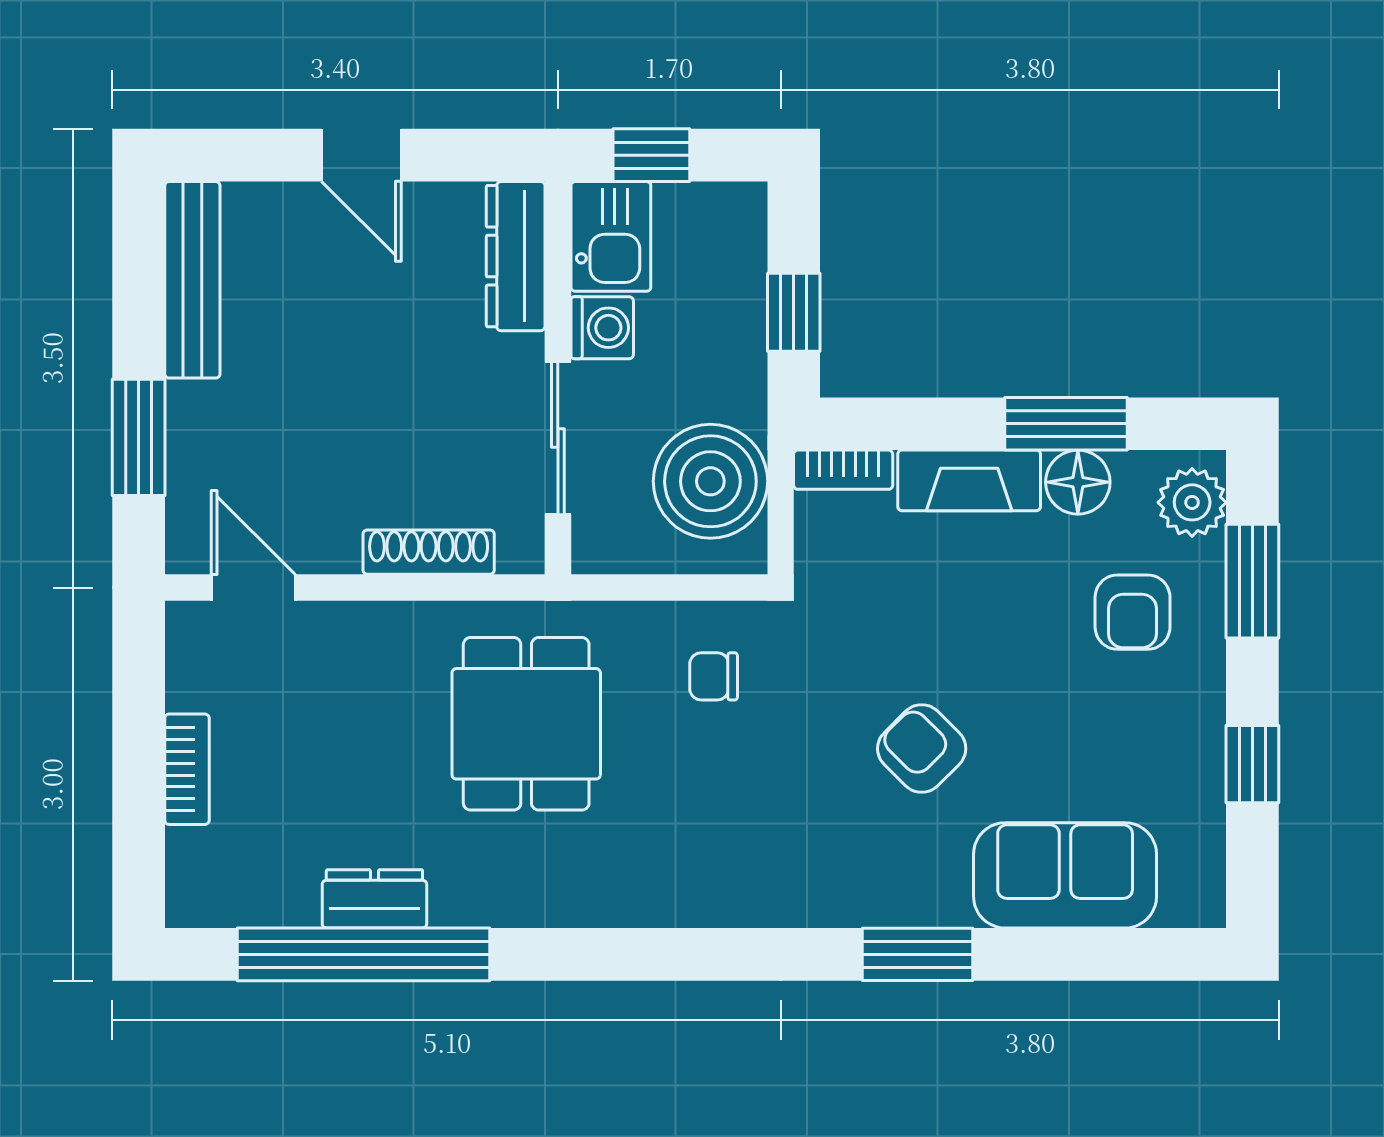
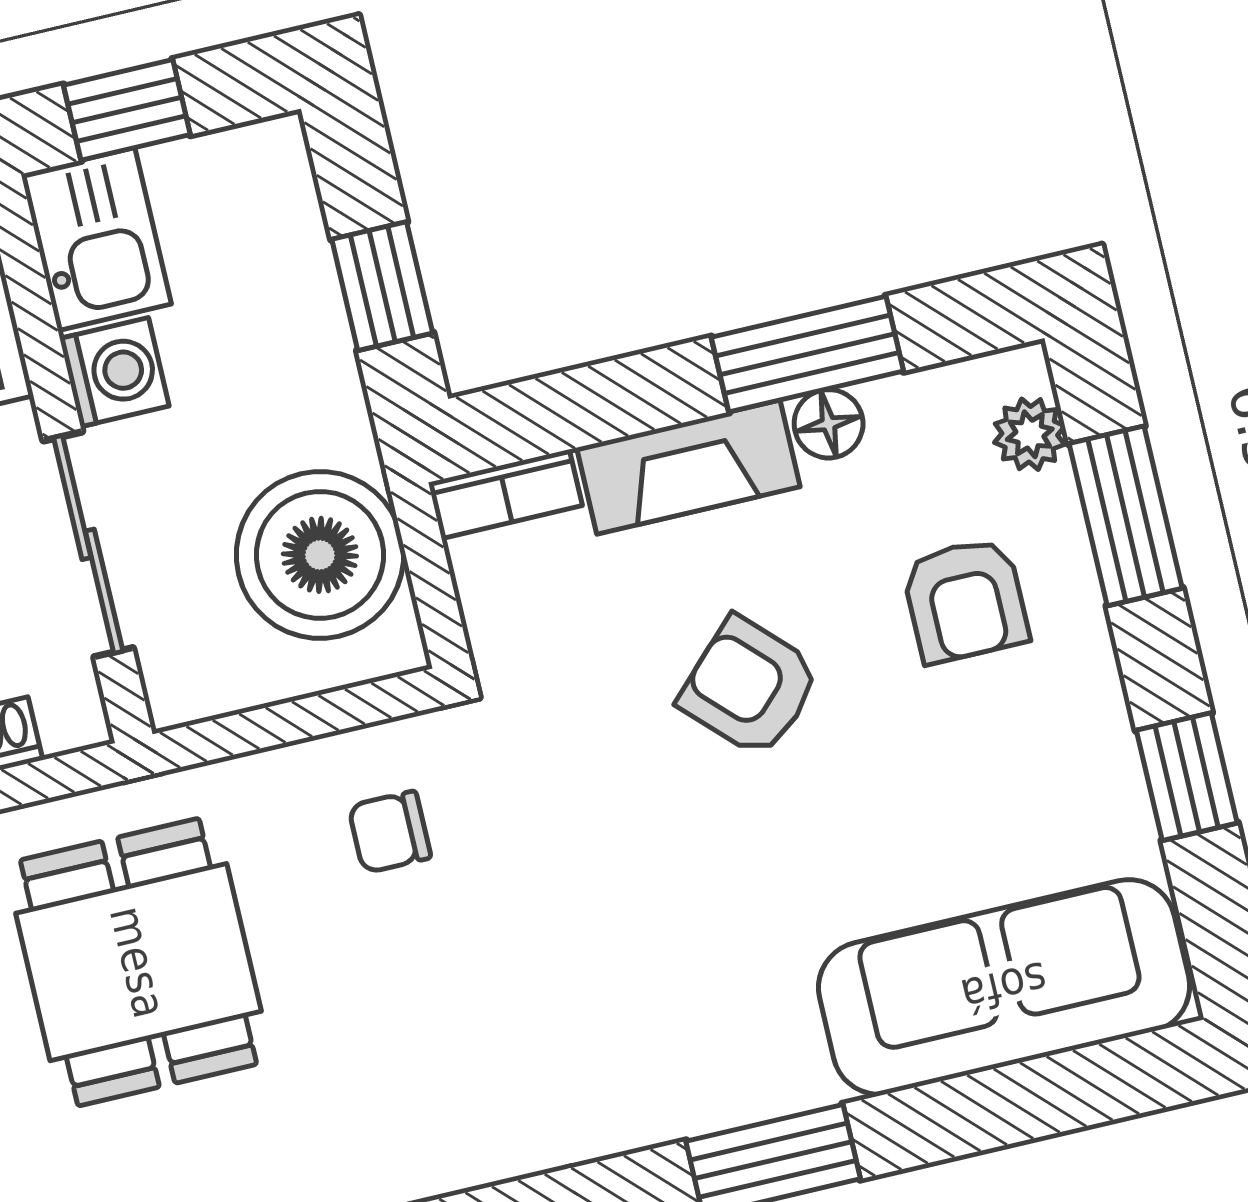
floor lamp: (1078, 482) -> (829, 424), width x0.73, depth x0.73
plant: (1192, 502) -> (1030, 434), width x0.73, depth x0.73
armchair: (922, 749) -> (750, 687), moved
sofa: (1065, 875) -> (1004, 987), width x1.36

